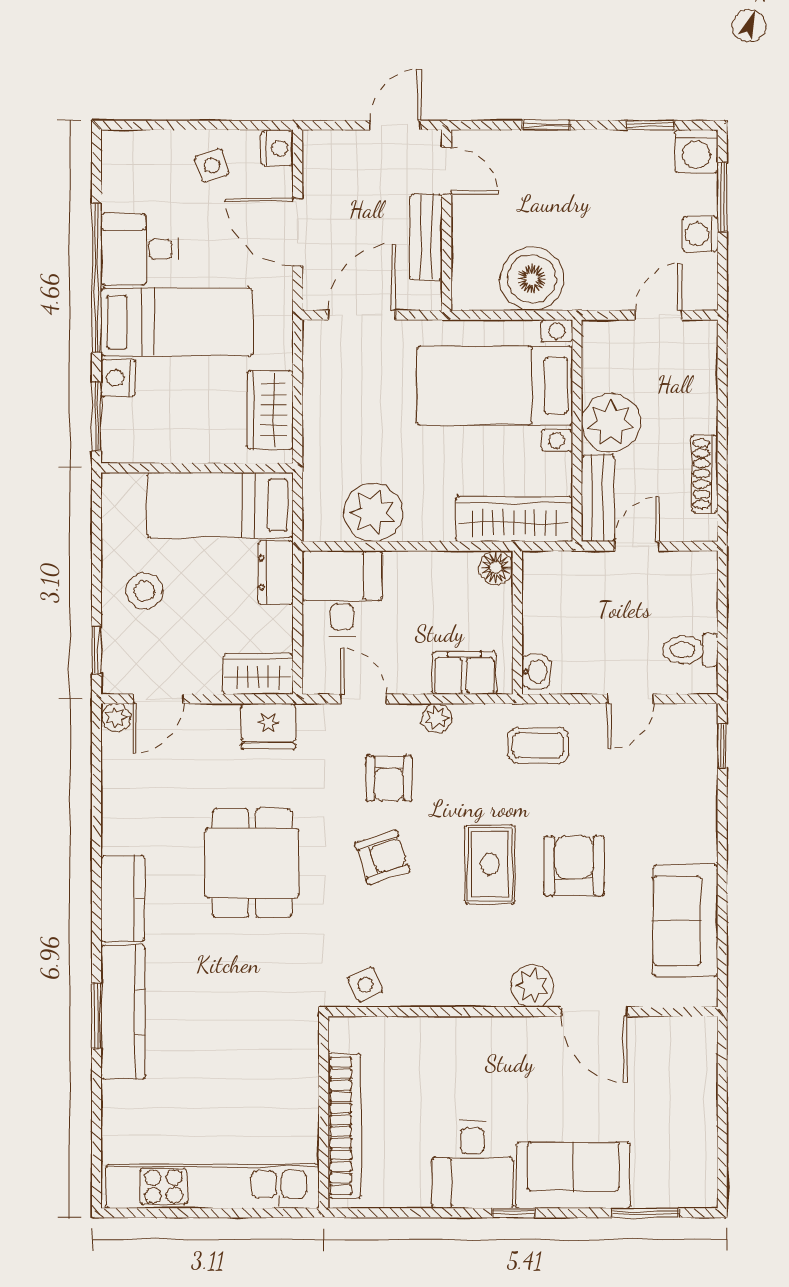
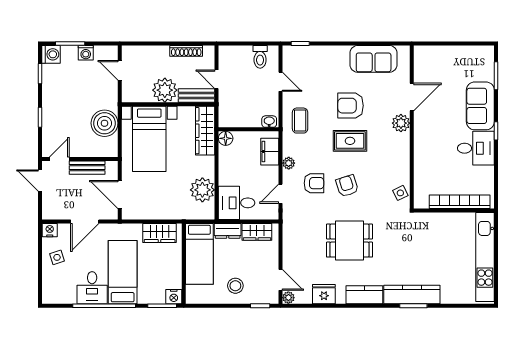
nightstand: (118, 378) -> (174, 297), moved
wardrobe: (258, 674) -> (257, 232), moved, turned -90
fridge: (268, 726) -> (324, 294), moved, turned -90

